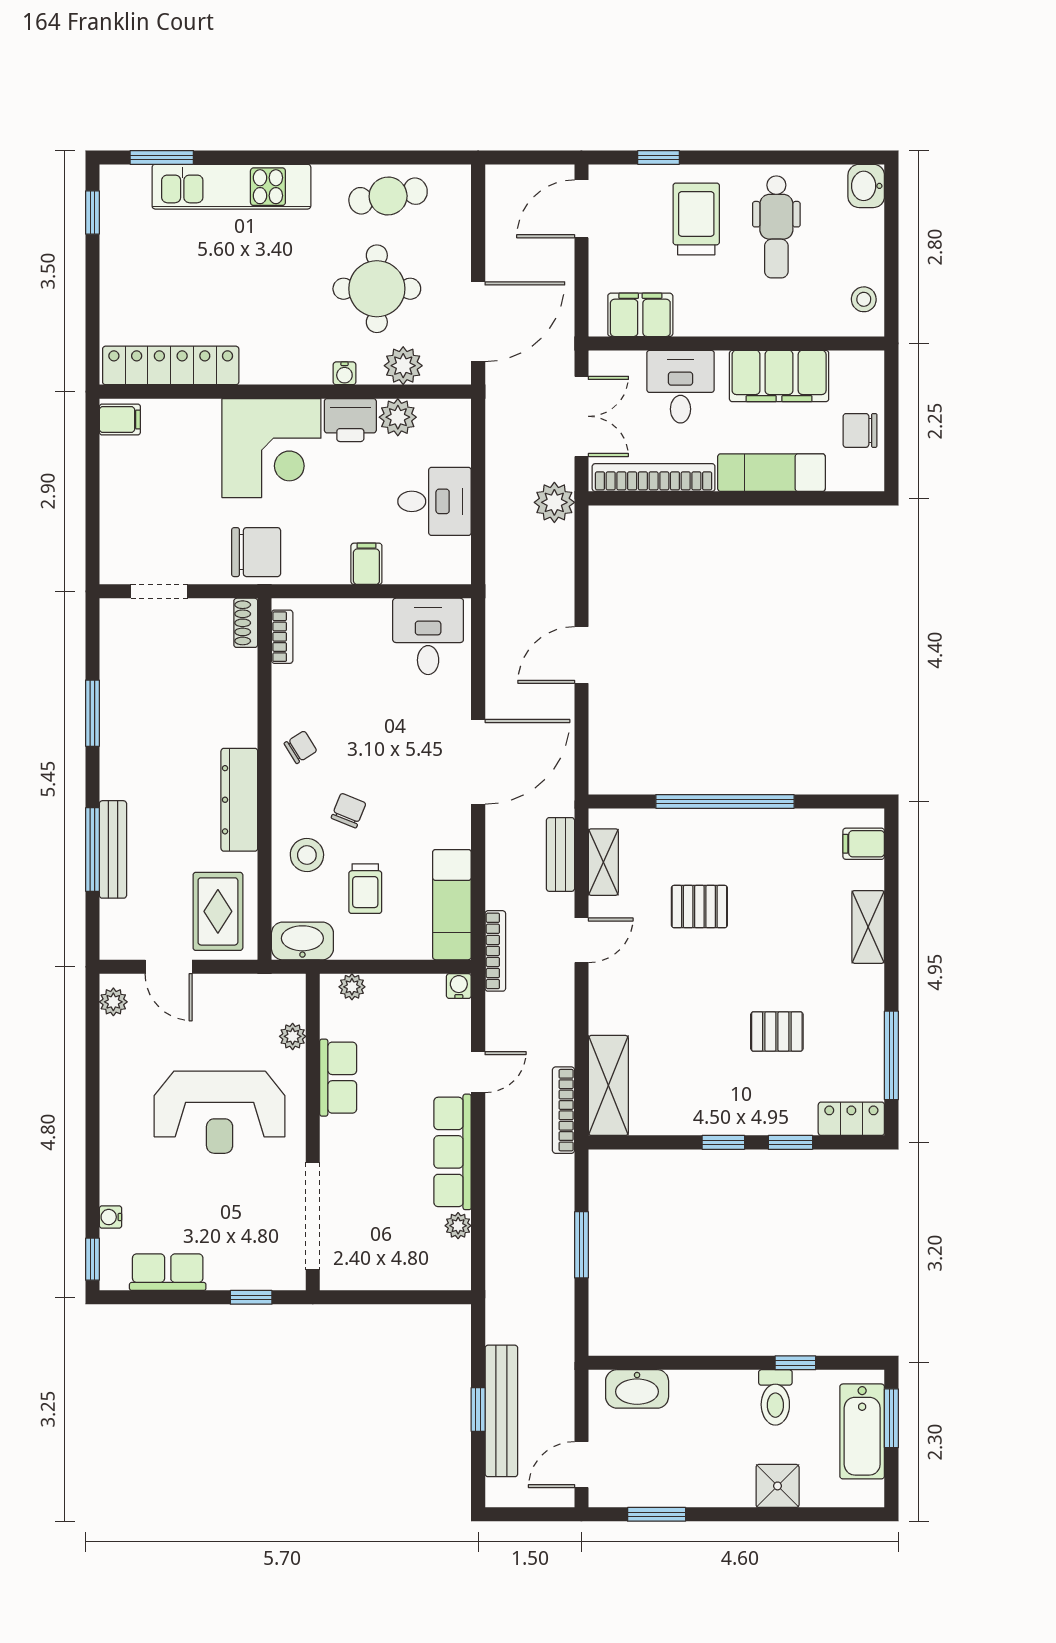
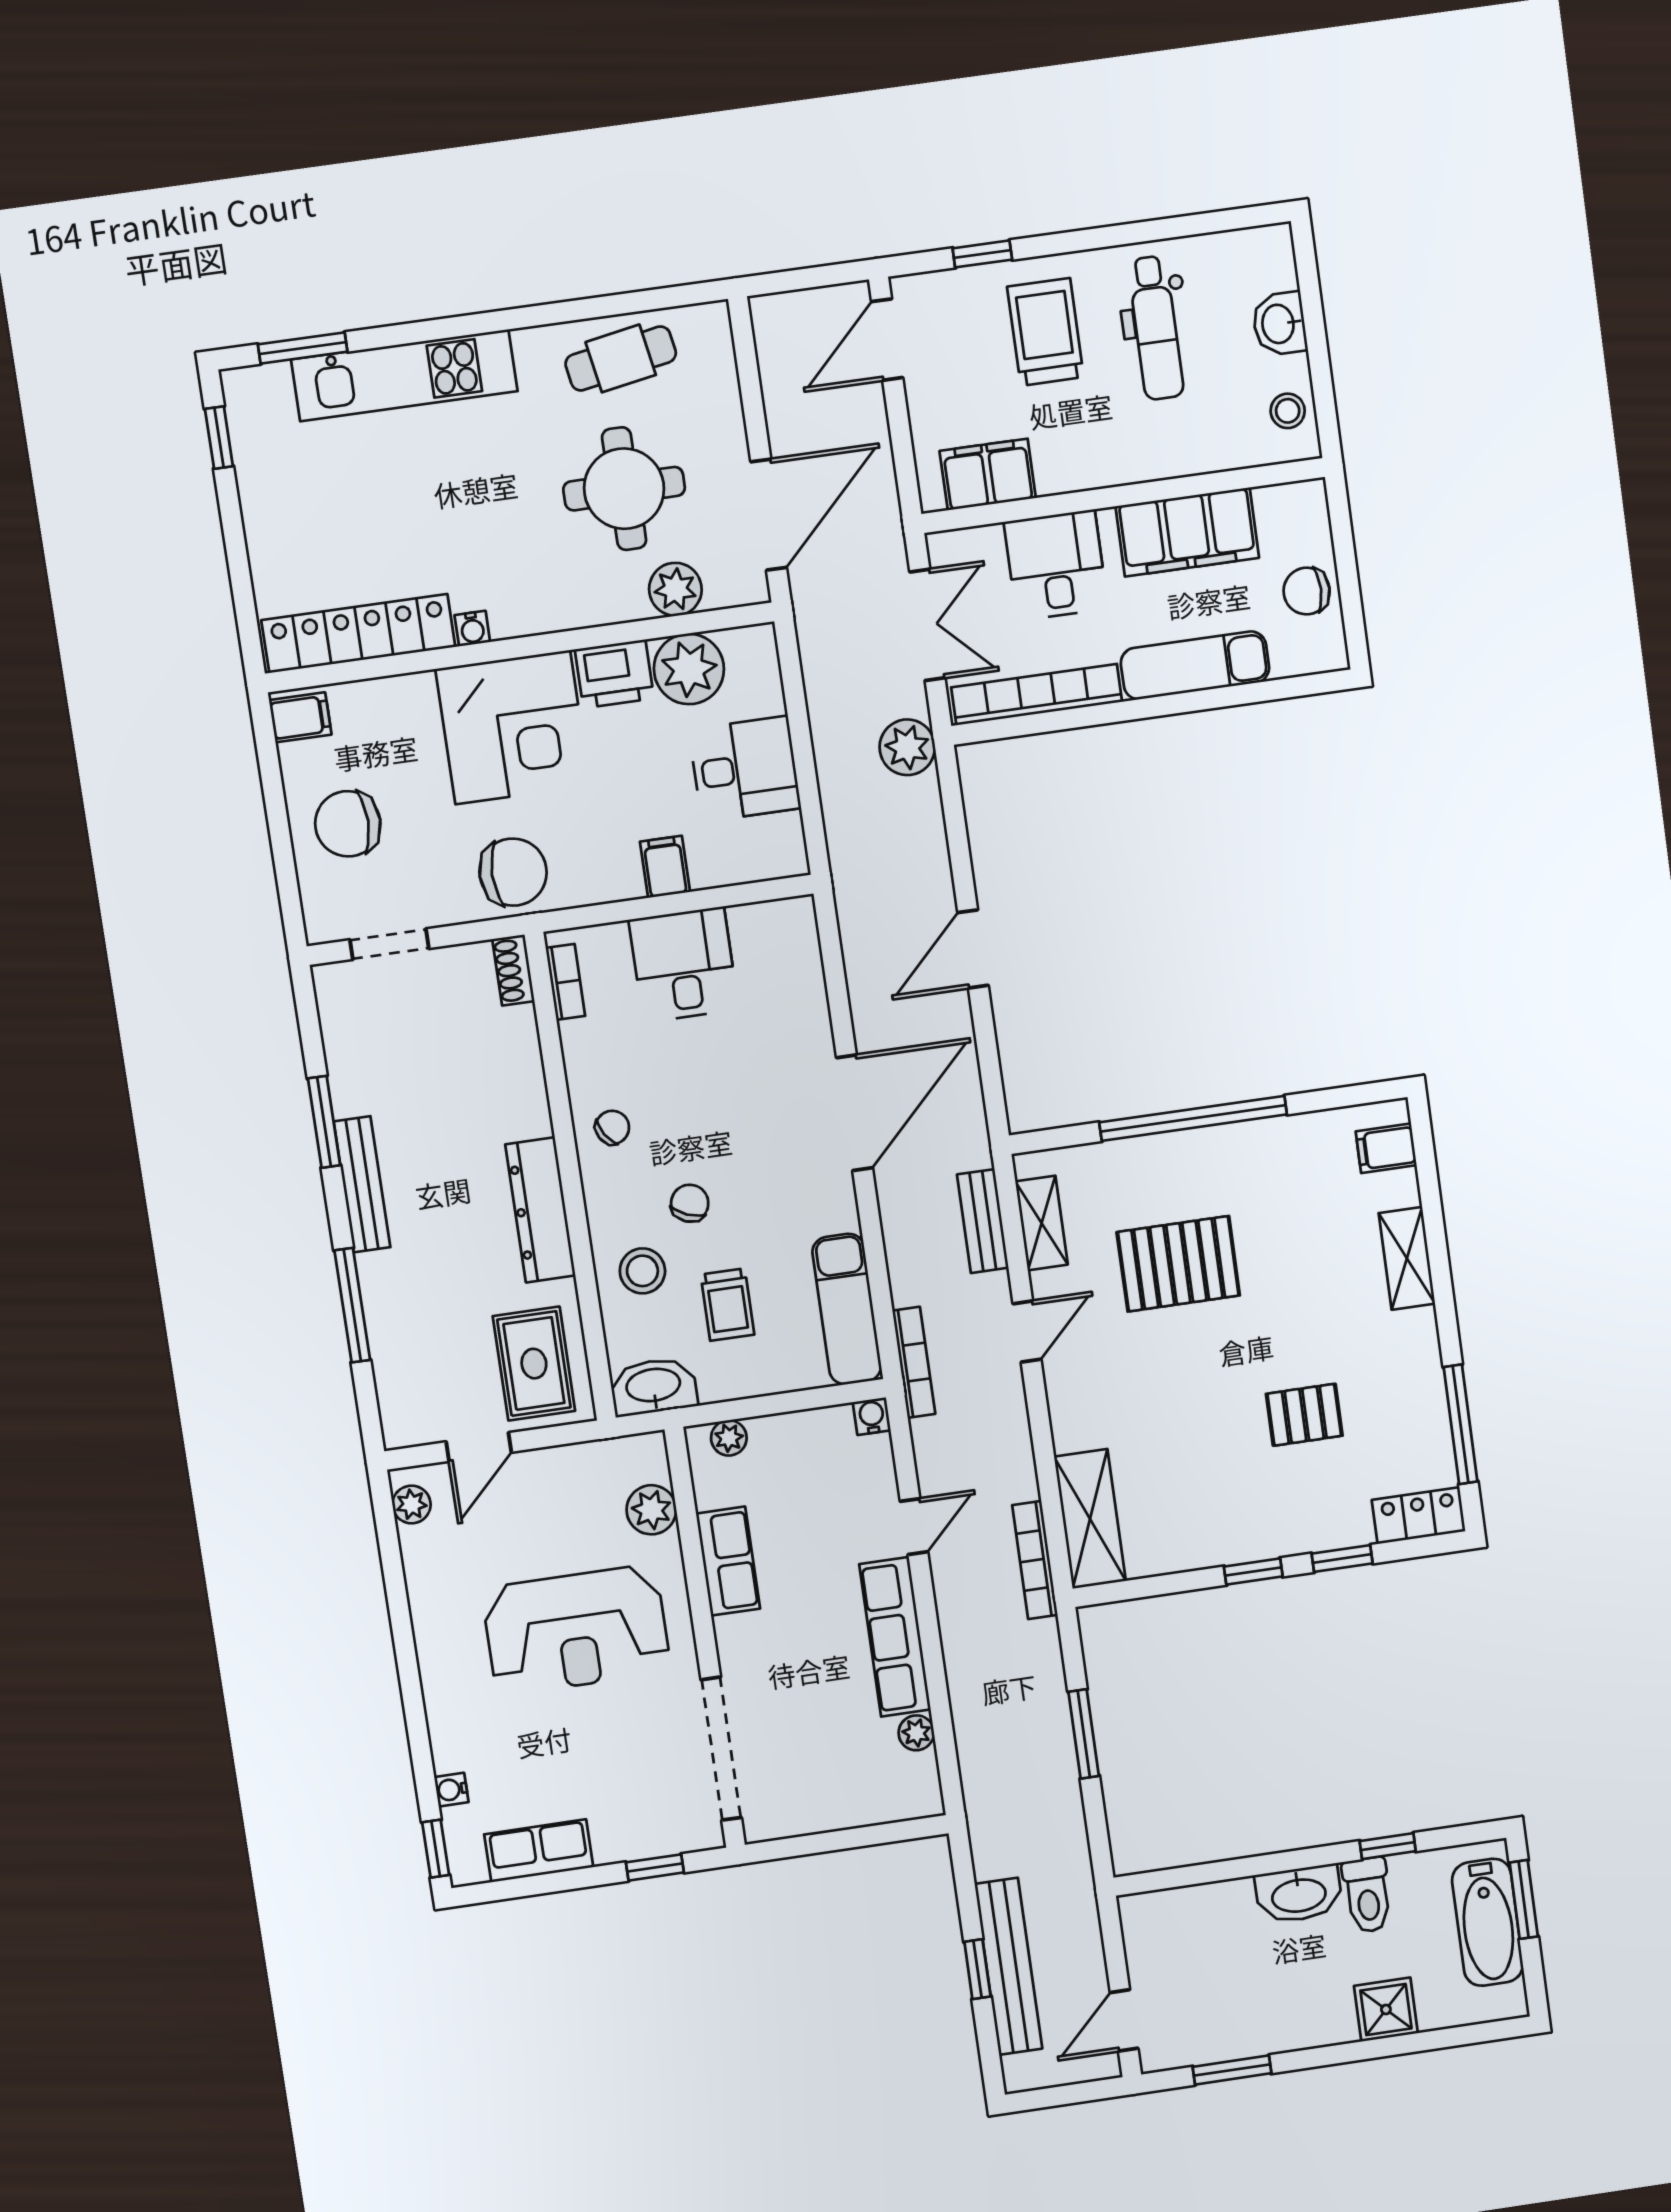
washbasin: (866, 186) -> (1279, 324), moved
water cooler: (344, 373) -> (472, 629), moved
plant: (398, 417) -> (689, 669), width x1.36, depth x1.36
chair: (142, 501) -> (348, 824), added
desk: (428, 636) -> (684, 965), moved
bench: (113, 849) -> (362, 1184), moved
pallet: (699, 907) -> (1178, 1264), width x1.50, depth x1.42
door: (169, 967) -> (479, 1447), hinge flipped
plant: (293, 1036) -> (651, 1510), width x1.38, depth x1.38
washbasin: (637, 1389) -> (1299, 1894), moved

